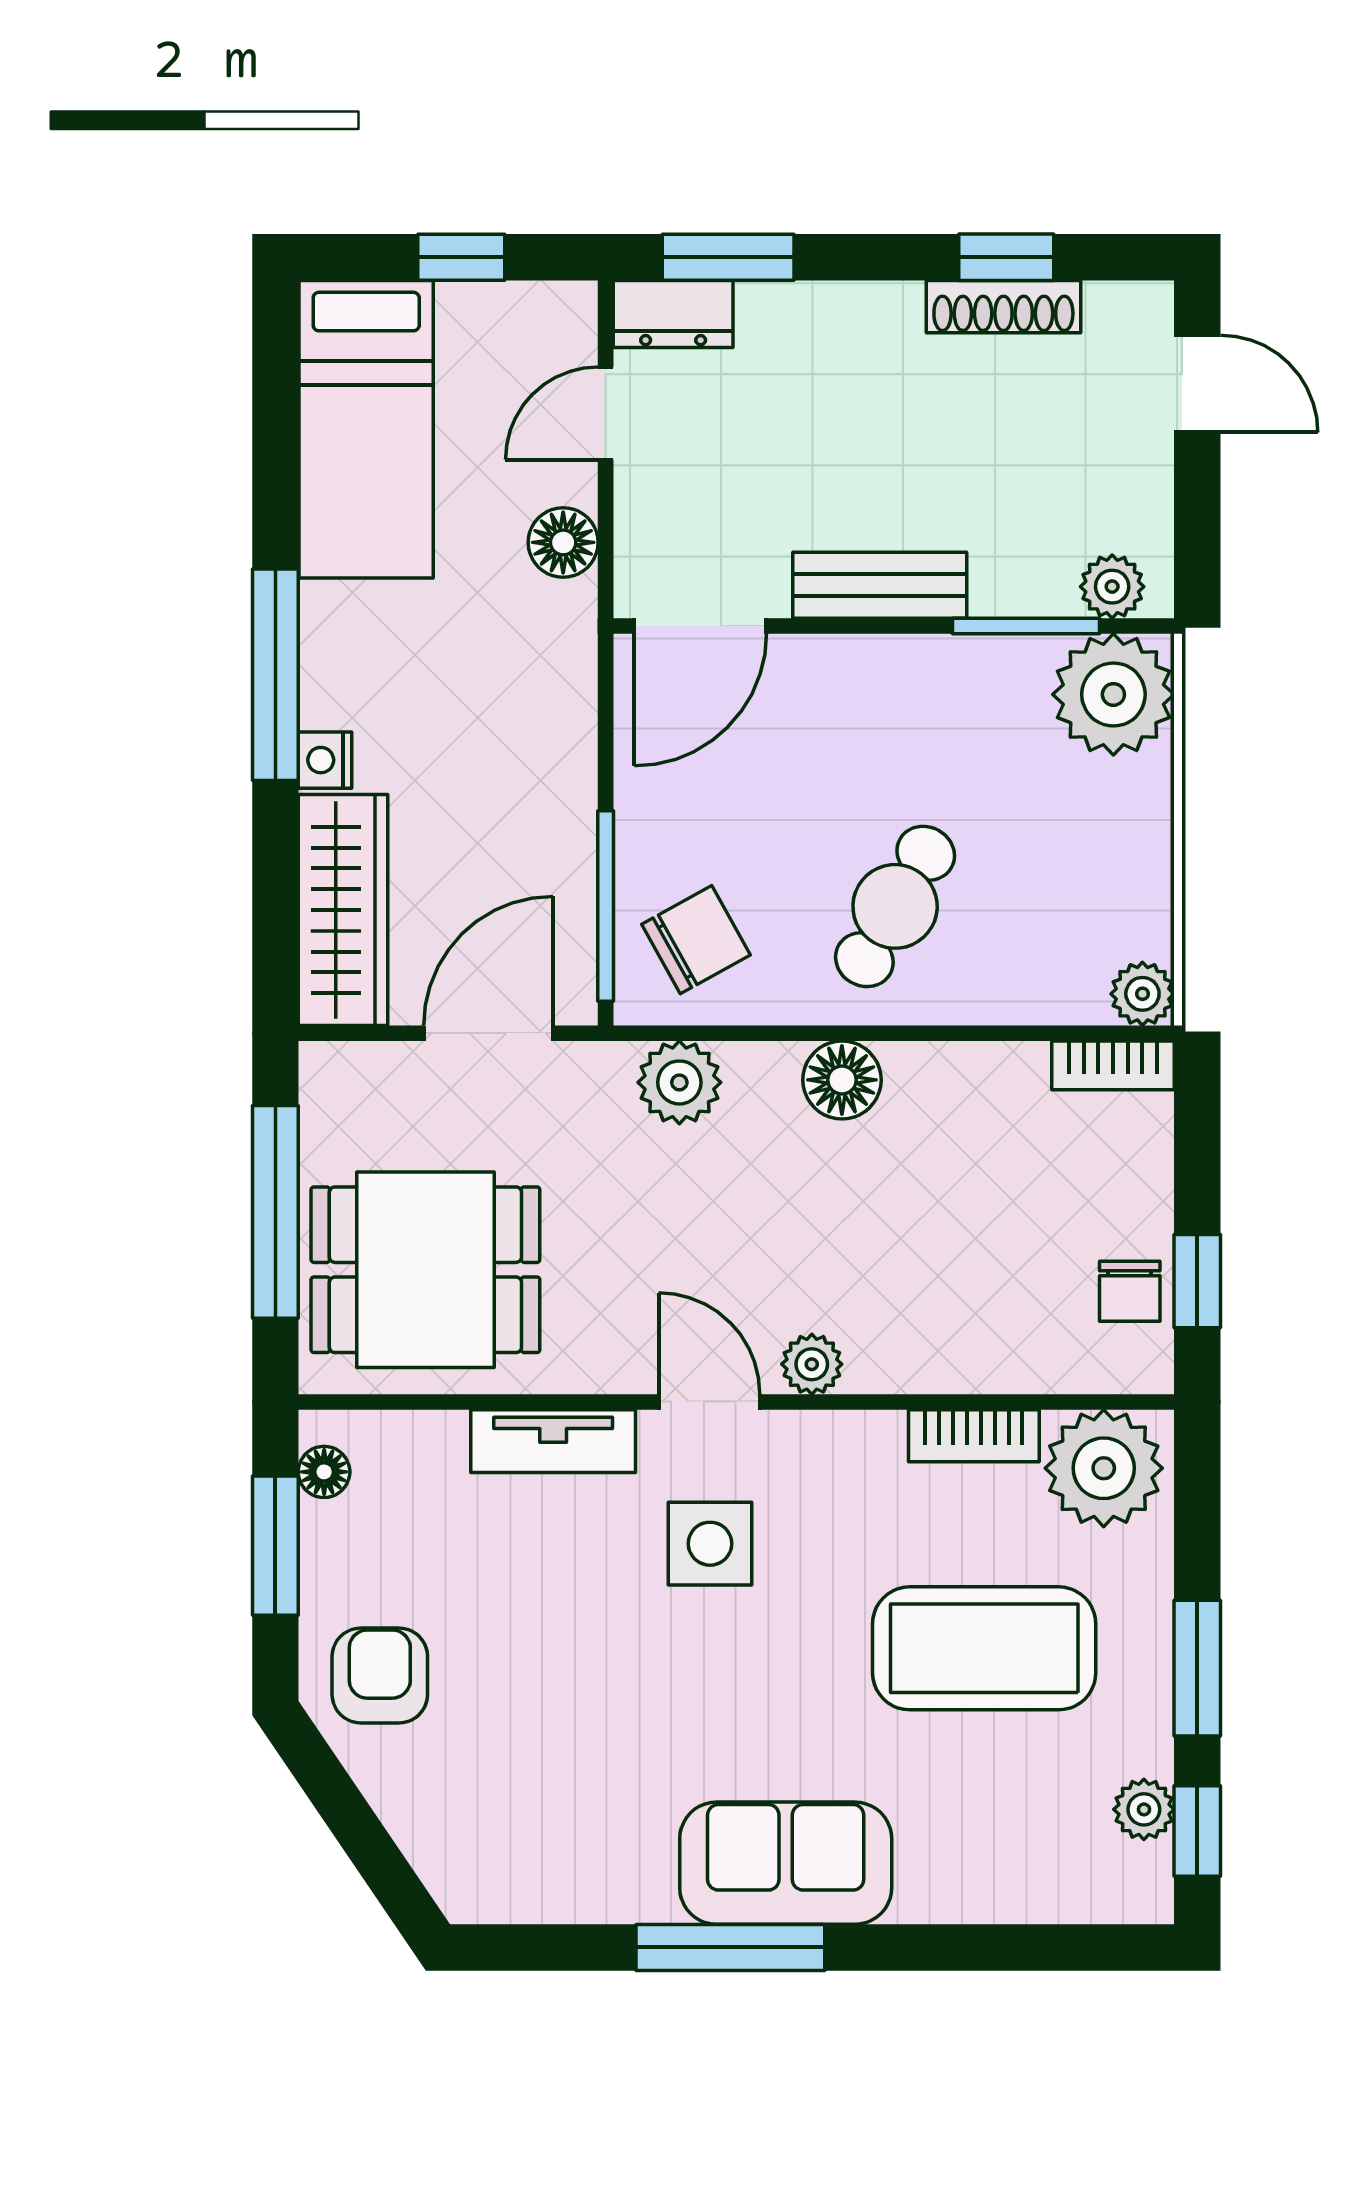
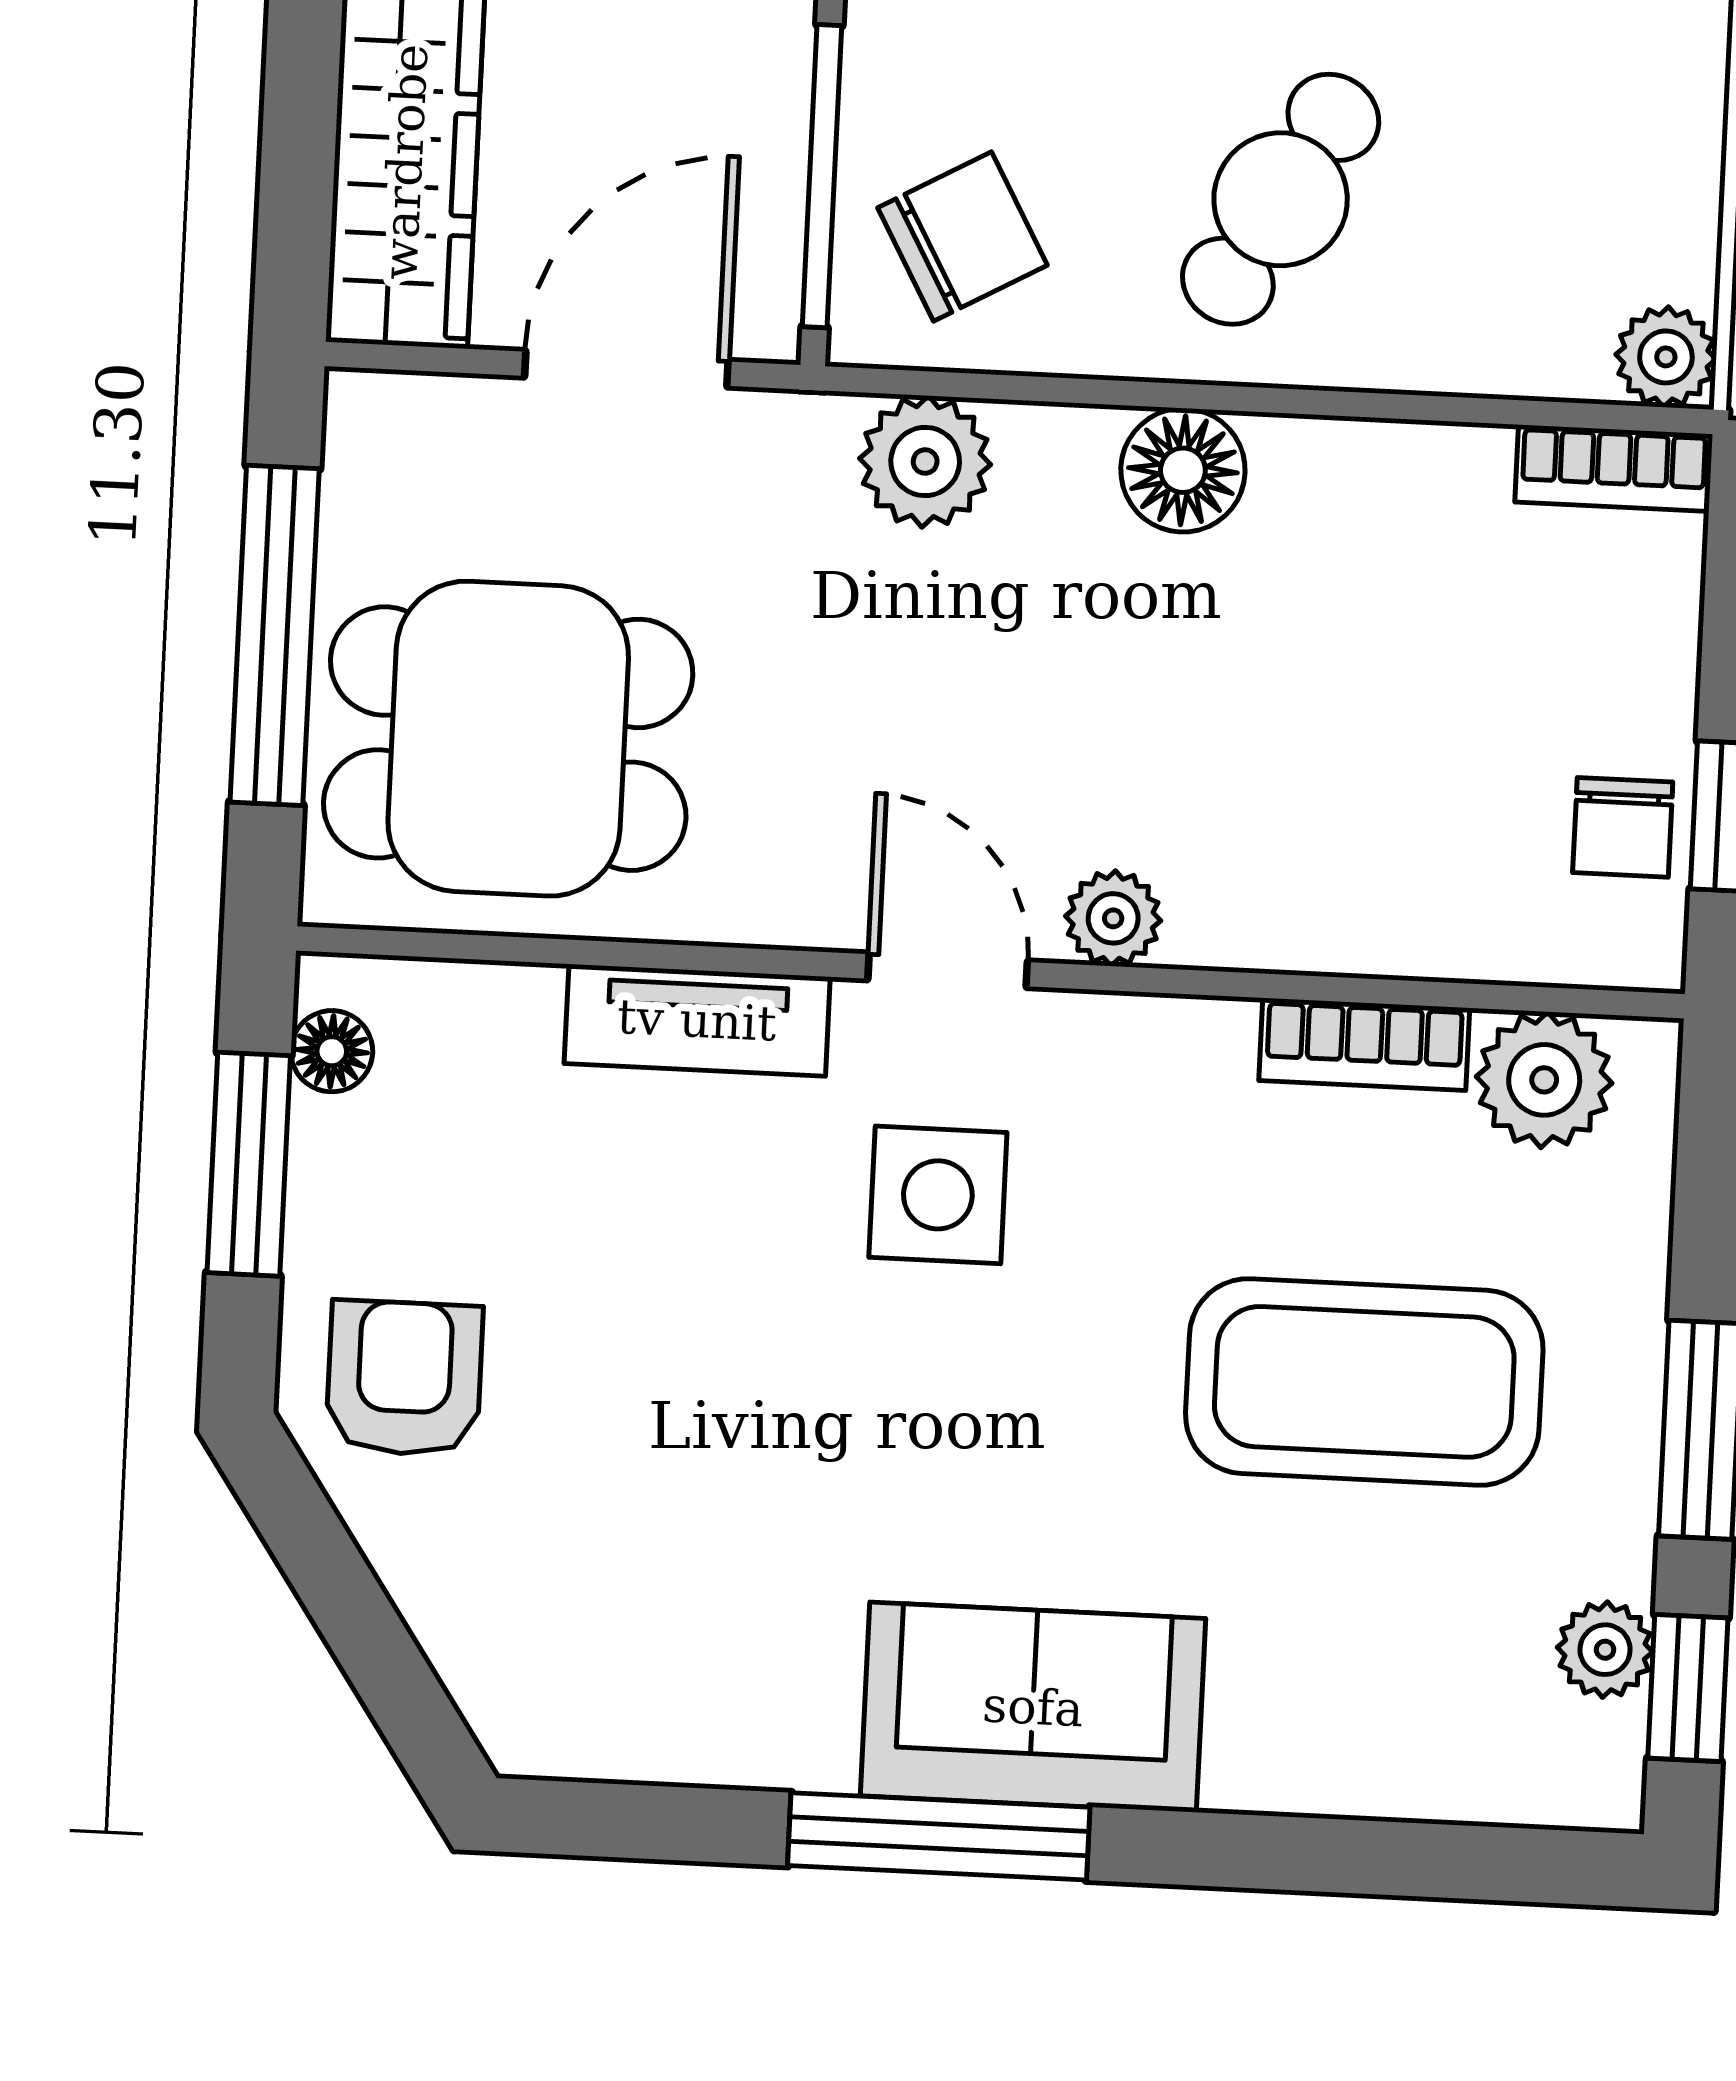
plant: (1104, 1468) -> (1544, 1080), width x0.73, depth x0.73

